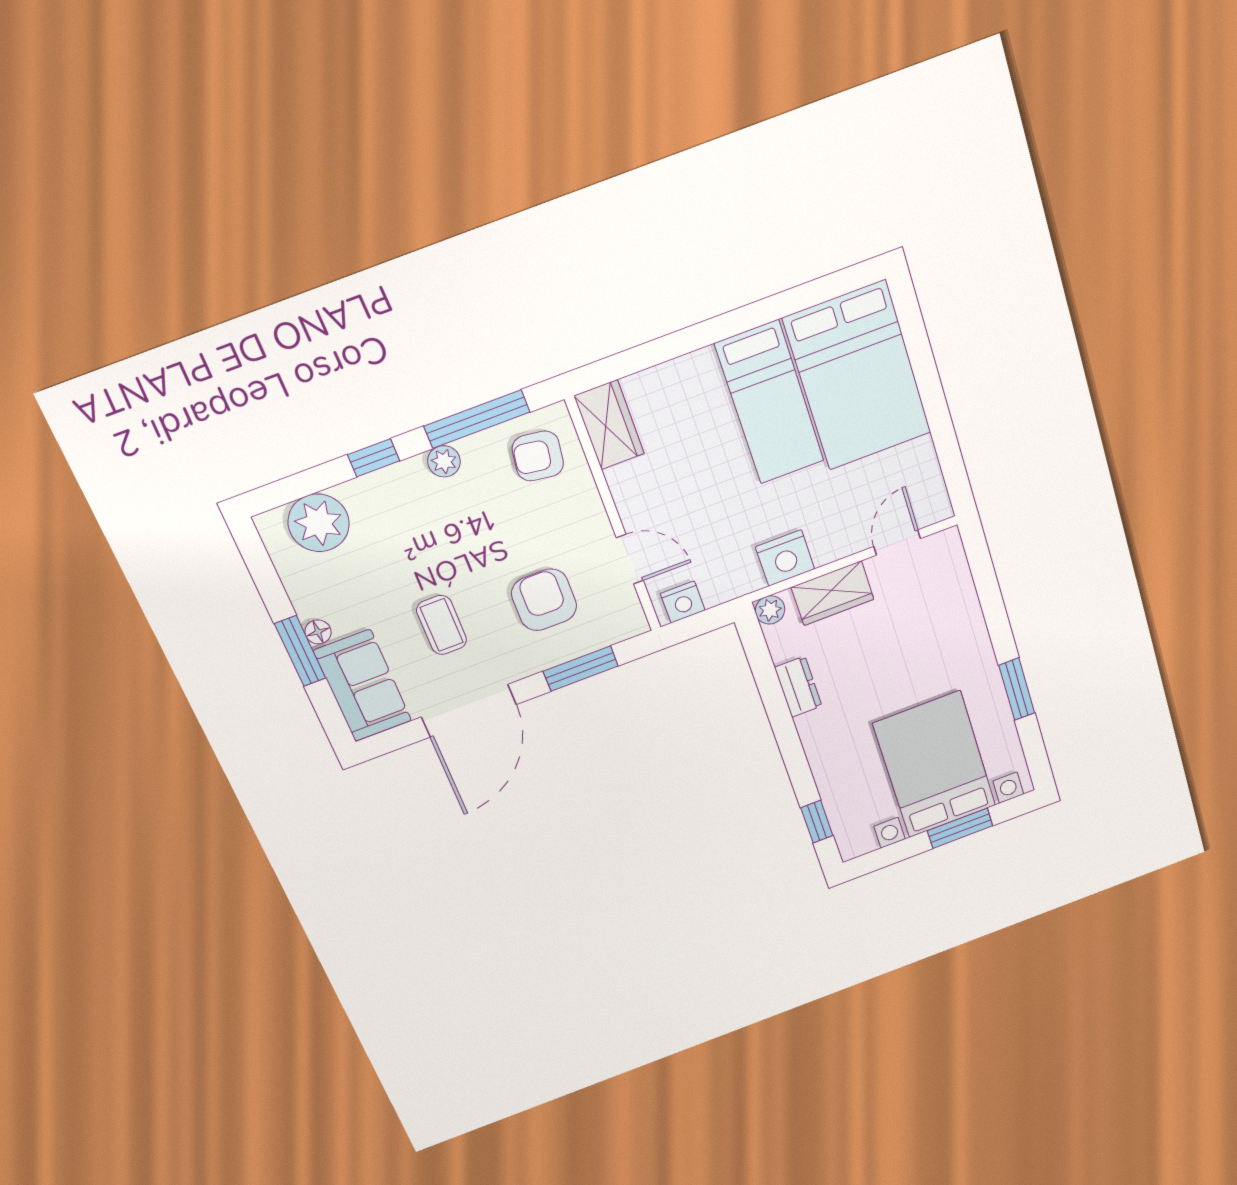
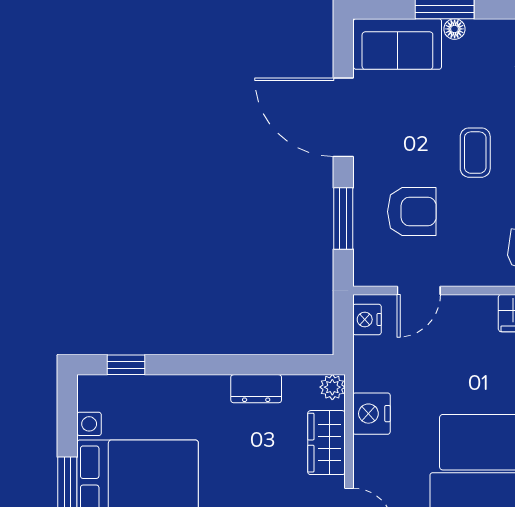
coffee table: (442, 625) -> (475, 153), moved, turned 90

